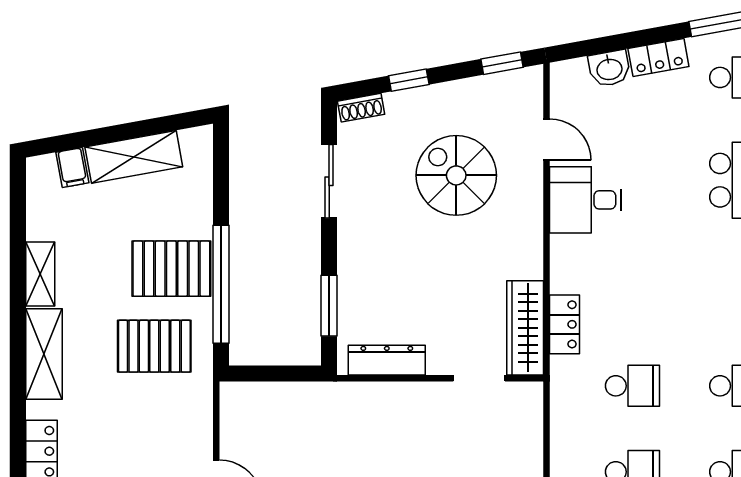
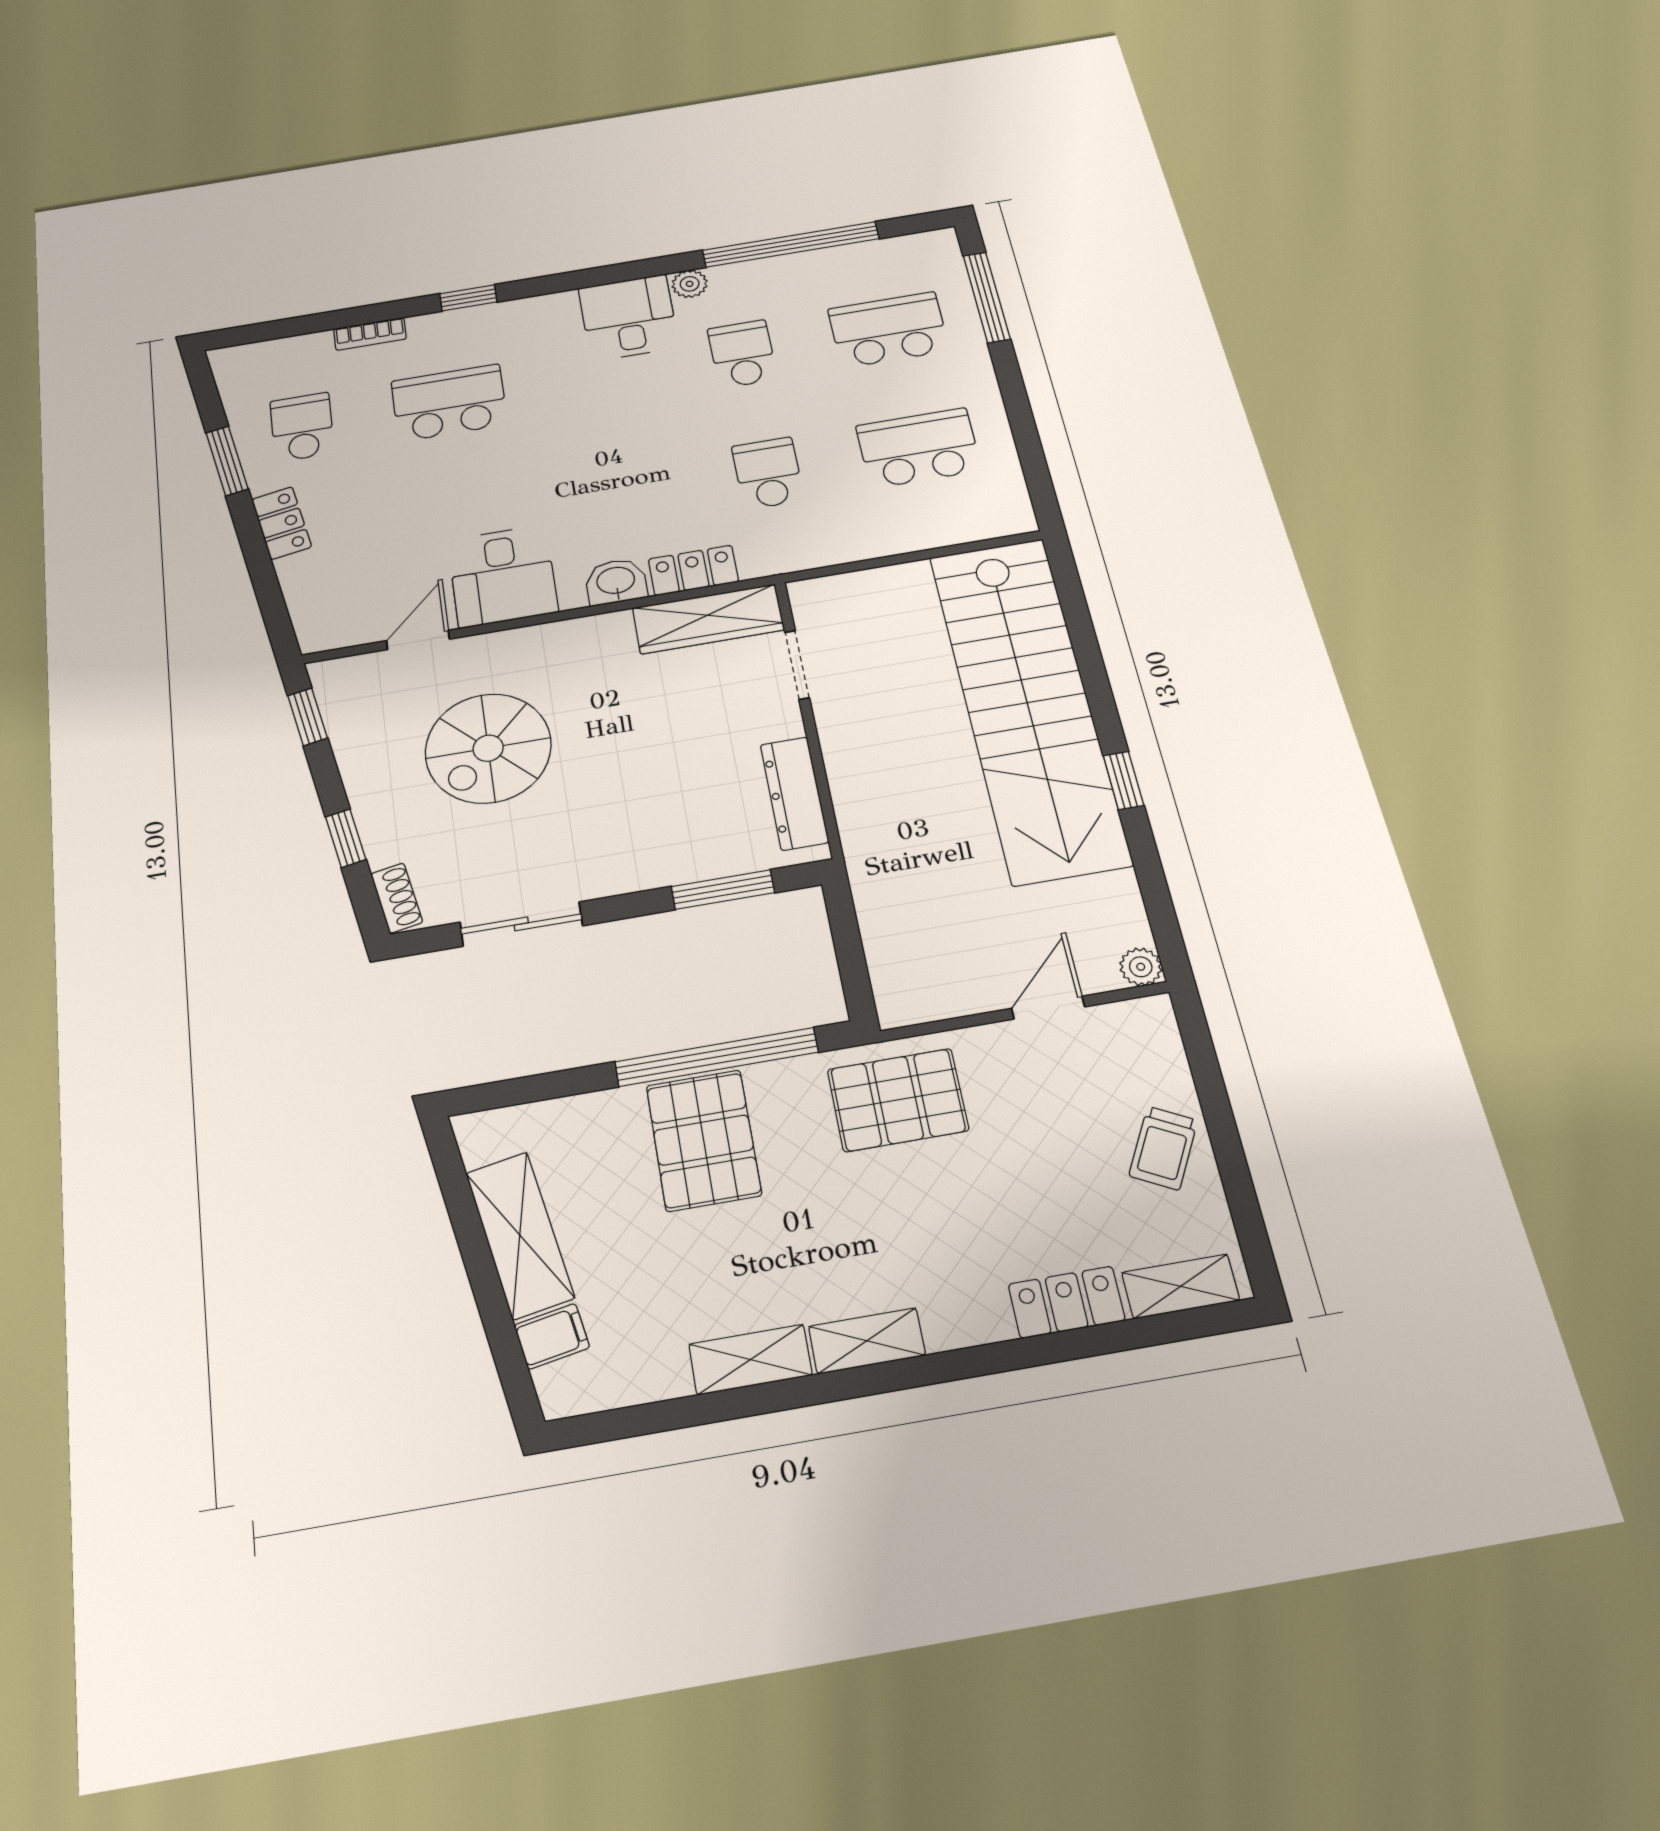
washbasin: (609, 69) -> (616, 582), moved, turned -80
pallet: (154, 346) -> (898, 1100), moved, turned 90
shelving: (44, 354) -> (867, 1341), width x0.67, depth x0.75

